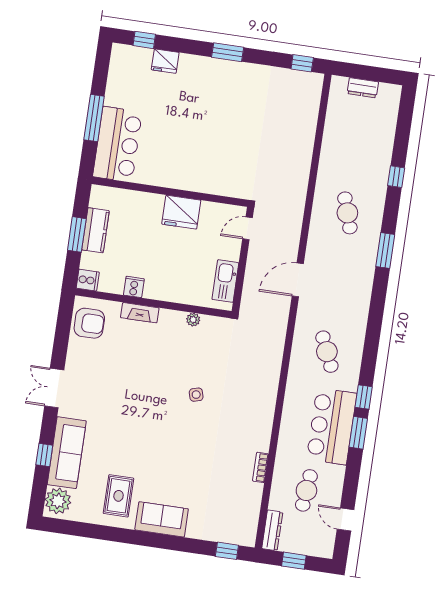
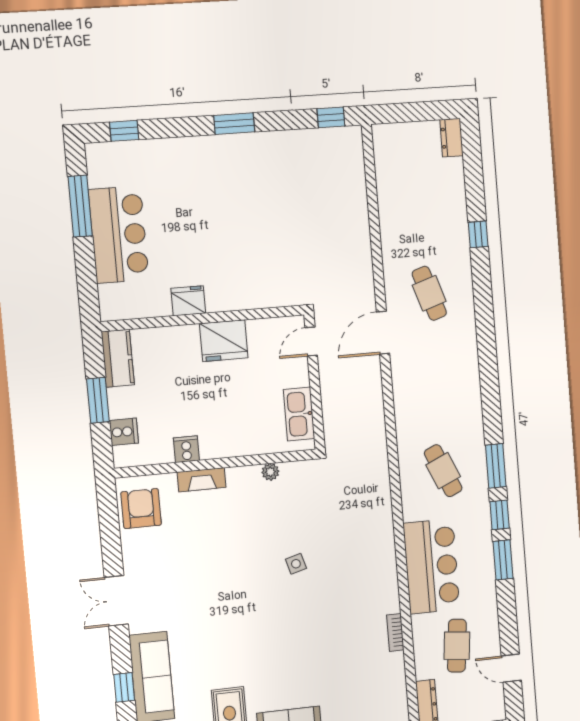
fridge: (165, 61) -> (188, 301), moved, turned 180
dresser: (363, 88) -> (452, 138), moved, turned 90
window: (94, 118) -> (80, 206), moved
bar counter: (117, 144) -> (119, 235), moved
kitchen counter: (96, 230) -> (118, 358), moved
window: (385, 251) -> (496, 466), moved
cooker: (88, 280) -> (124, 432), moved
door: (298, 280) -> (383, 333), moved
armchair: (89, 323) -> (141, 509), turned -90
bar counter: (332, 426) -> (431, 566), moved, turned 180

